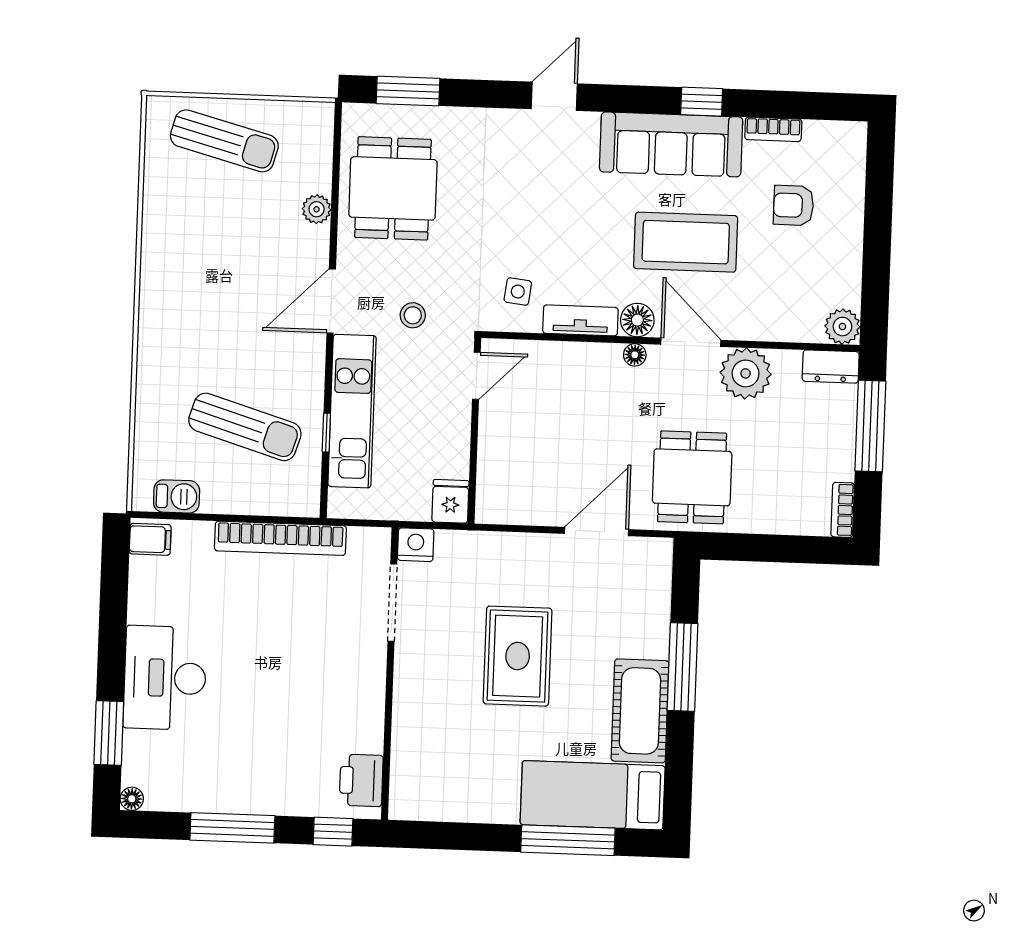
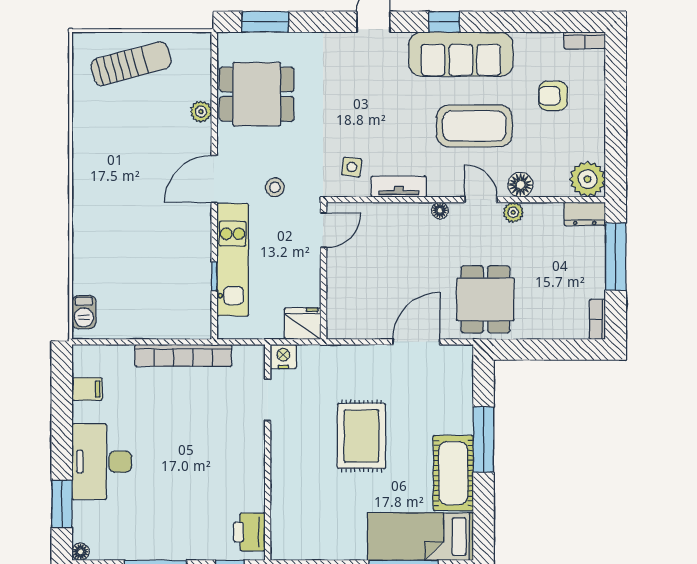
window: (702, 102) -> (444, 22), moved
bookcase: (773, 129) -> (585, 40), moved
sun lounger: (224, 141) -> (131, 64), turned -30
dining table: (393, 188) -> (257, 94), turned 90
floor lamp: (637, 320) -> (520, 185), moved
plant: (842, 327) -> (588, 179), width x1.36, depth x1.36
door: (691, 342) -> (481, 200), width x0.73
plant: (746, 373) -> (513, 212), width x0.53, depth x0.53
sun lounger: (245, 427) -> (154, 274), removed
barbecue: (177, 496) -> (84, 312), moved, turned 90
fridge: (450, 501) -> (303, 324), width x1.38
filing cabinet: (150, 539) -> (87, 389), moved
doorway: (392, 603) -> (268, 400), width x0.73

